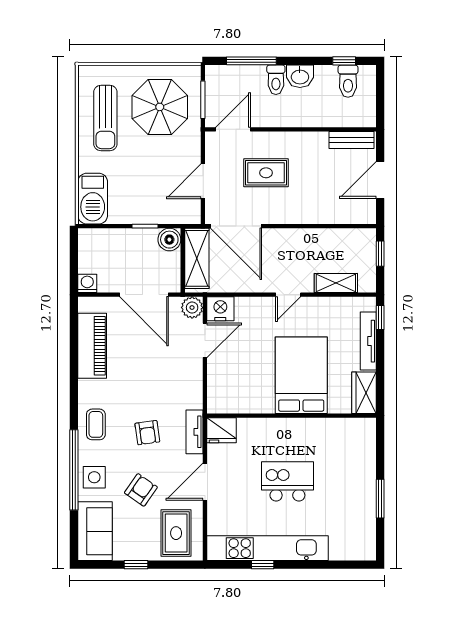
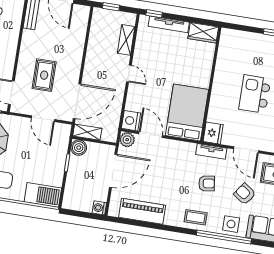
shelving: (197, 258) -> (87, 132), width x0.67, depth x0.75
bed: (301, 375) -> (187, 112), moved, turned 90

